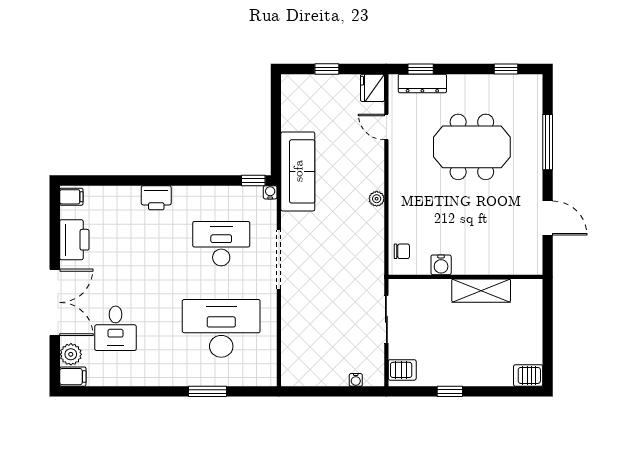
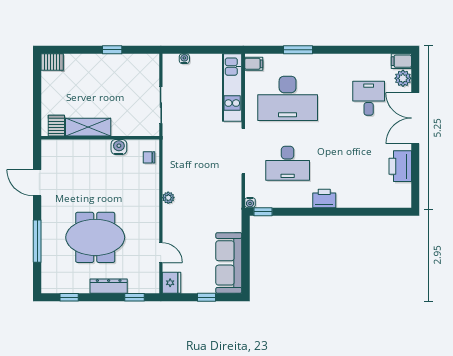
dresser: (422, 83) -> (109, 286), moved
sofa: (298, 171) -> (229, 263), moved
filing cabinet: (71, 197) -> (254, 64), moved, turned 180
printer: (156, 198) -> (324, 198), moved
kitchen unit: (293, 342) -> (232, 88), added
server rack: (402, 370) -> (56, 126), moved, turned 90

